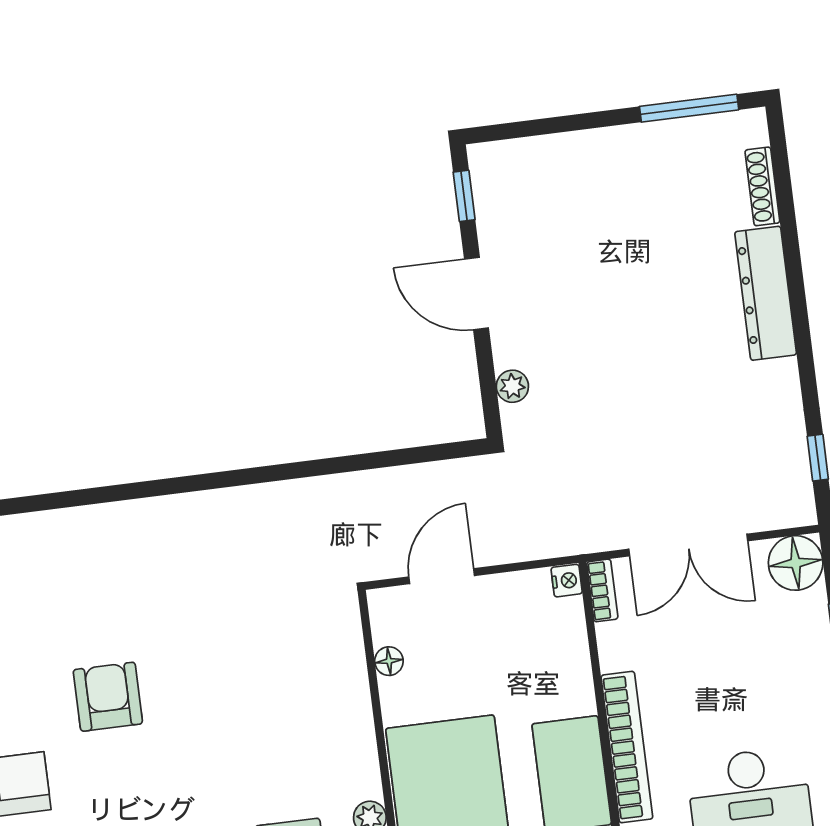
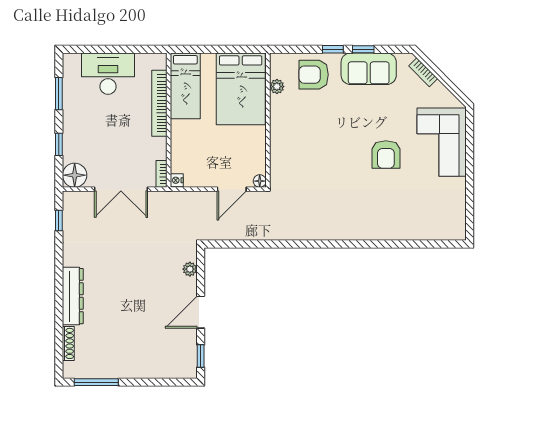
door: (476, 293) -> (201, 312), swing flipped
double door: (688, 545) -> (121, 189), swing flipped
floor lamp: (389, 661) -> (260, 181), moved

